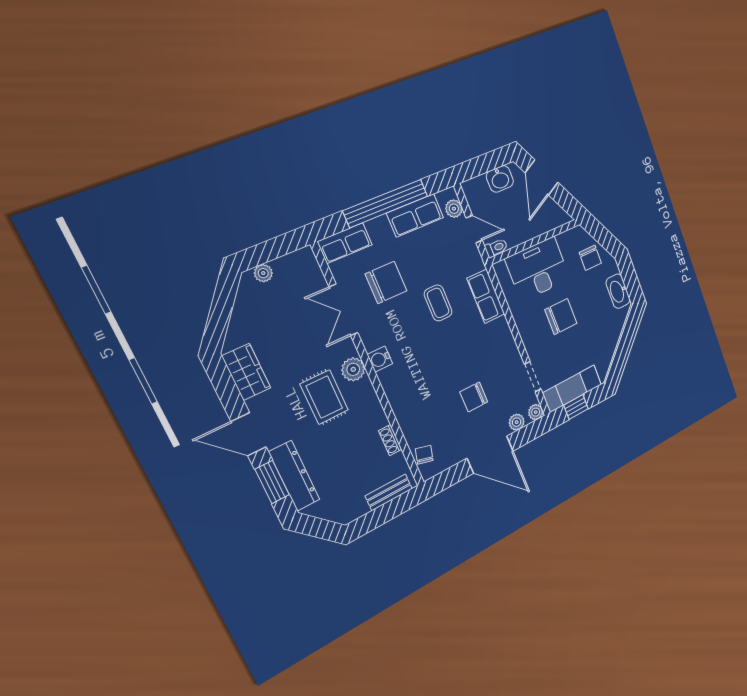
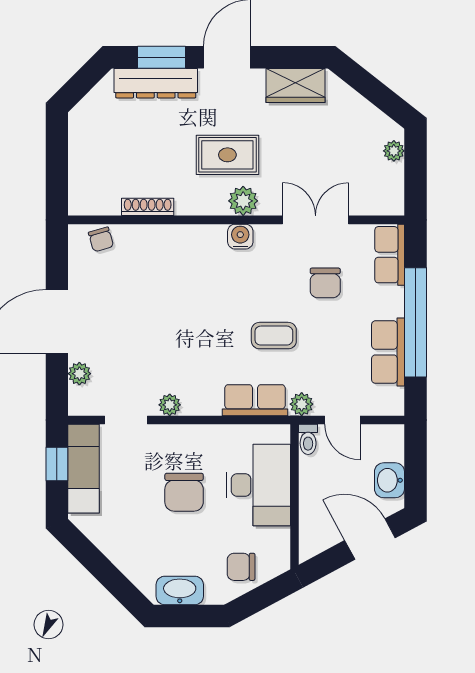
plant: (454, 209) -> (302, 404), moved
door: (474, 229) -> (342, 420), hinge flipped
chair: (386, 282) -> (325, 283), width x0.73, depth x0.73
chair: (474, 397) -> (139, 331), removed
plant: (536, 412) -> (170, 405), moved
shoe rack: (390, 440) -> (148, 207), width x1.43
chair: (424, 455) -> (101, 239), turned 59
bench: (389, 492) -> (79, 178), removed

